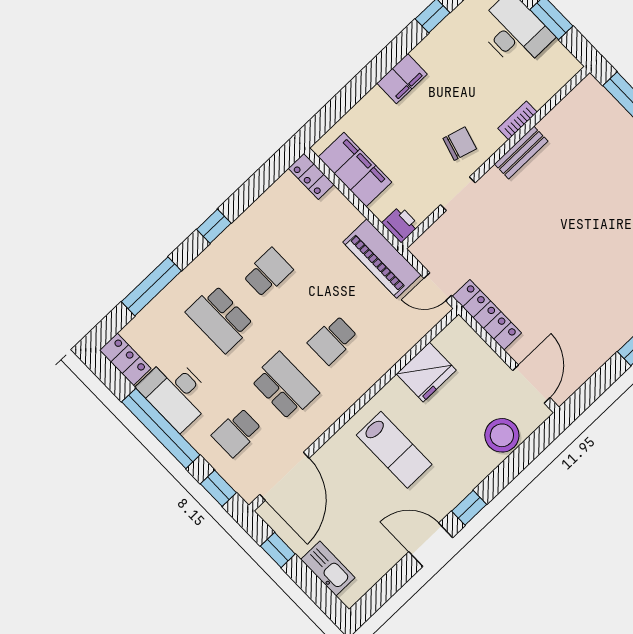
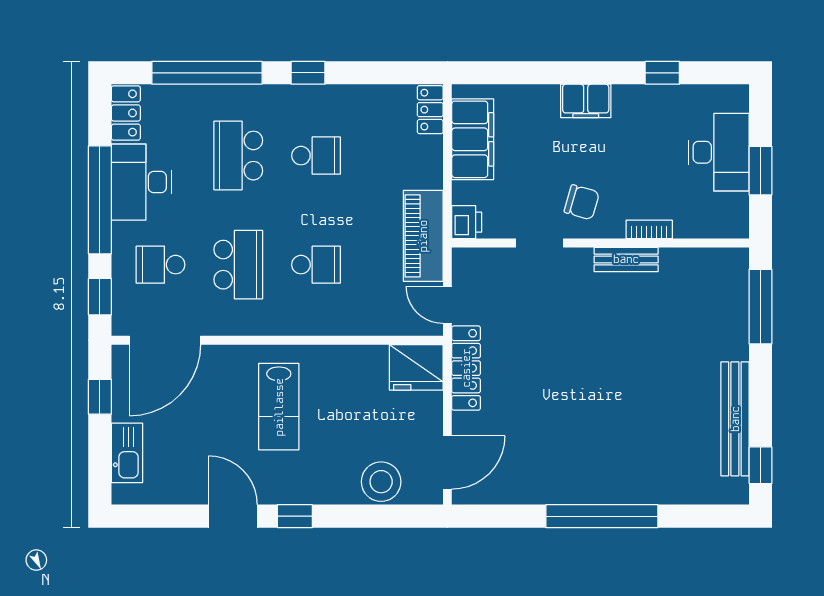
window: (151, 286) -> (207, 73), width x1.46
school desk: (333, 340) -> (316, 265), turned 180
fridge: (426, 372) -> (416, 367), moved

